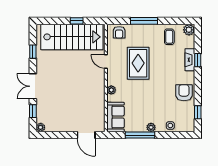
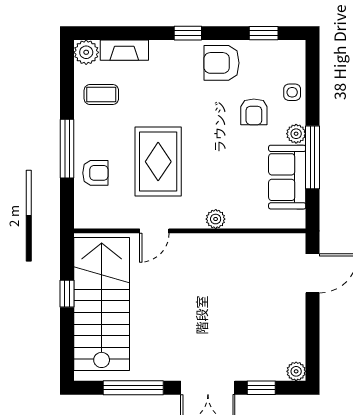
armchair: (119, 32) -> (95, 173), moved
window: (33, 52) -> (133, 388), width x2.17
fireplace: (190, 60) -> (124, 50), moved
window: (198, 60) -> (188, 33), moved
rug: (138, 63) -> (158, 162), turned 90
armchair: (161, 108) -> (254, 112), added
sofa: (115, 117) -> (287, 177), moved, turned -90

